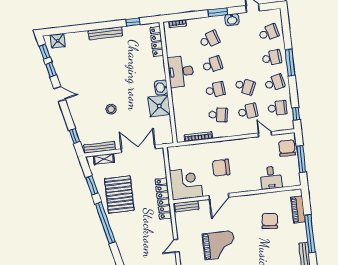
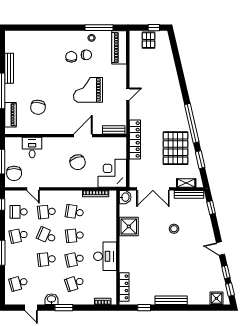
school desk: (272, 58) -> (47, 259), moved
washbasin: (161, 87) -> (125, 197), moved
chair: (221, 168) -> (78, 162), turned 71
corner desk: (186, 184) -> (112, 173), moved, turned 90

